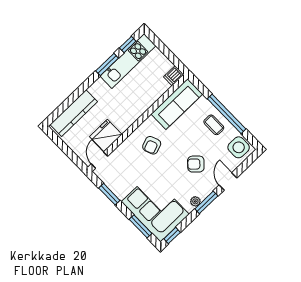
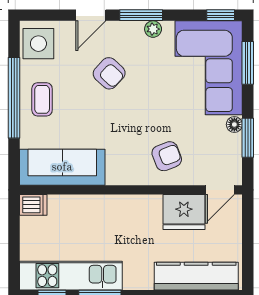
armchair: (152, 145) -> (167, 156), moved
floor lamp: (121, 194) -> (234, 125), added

